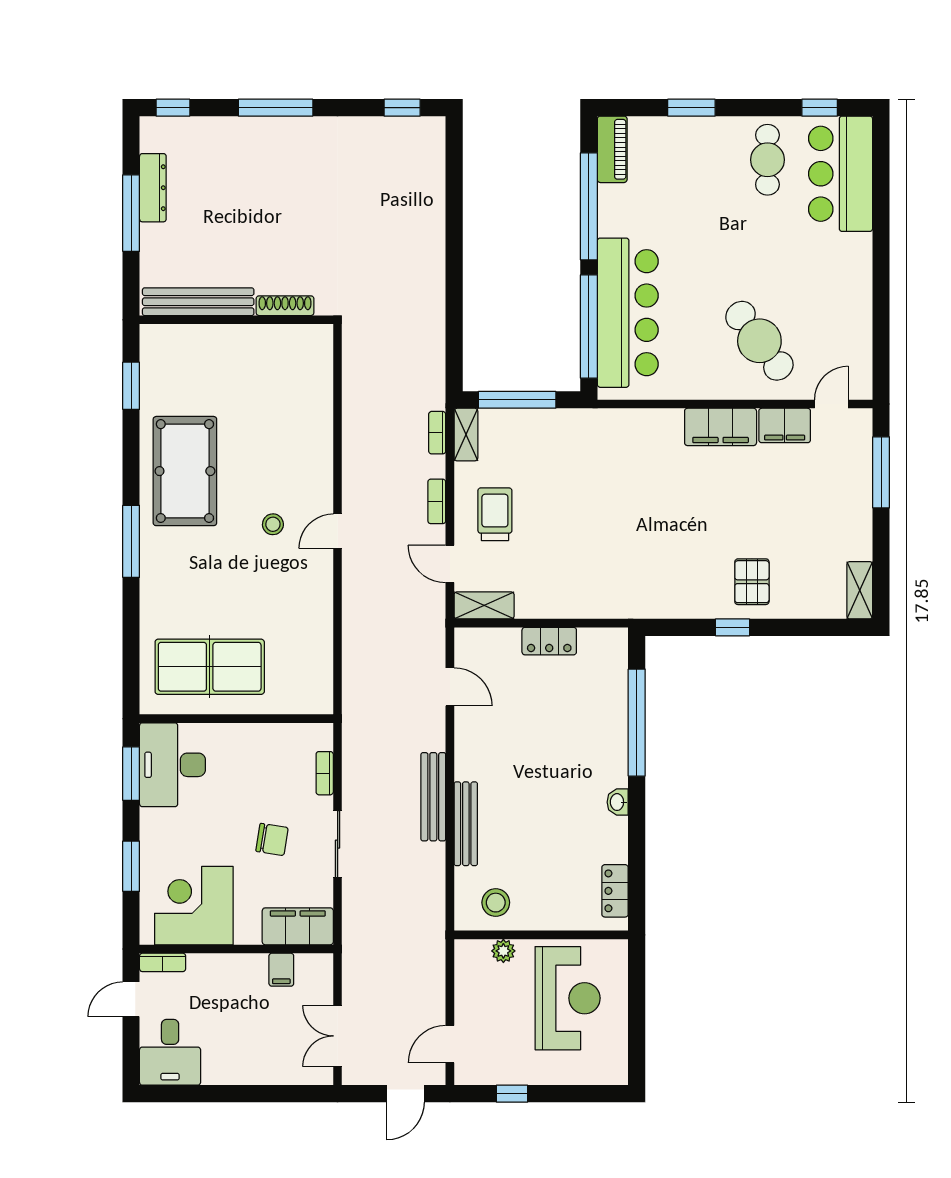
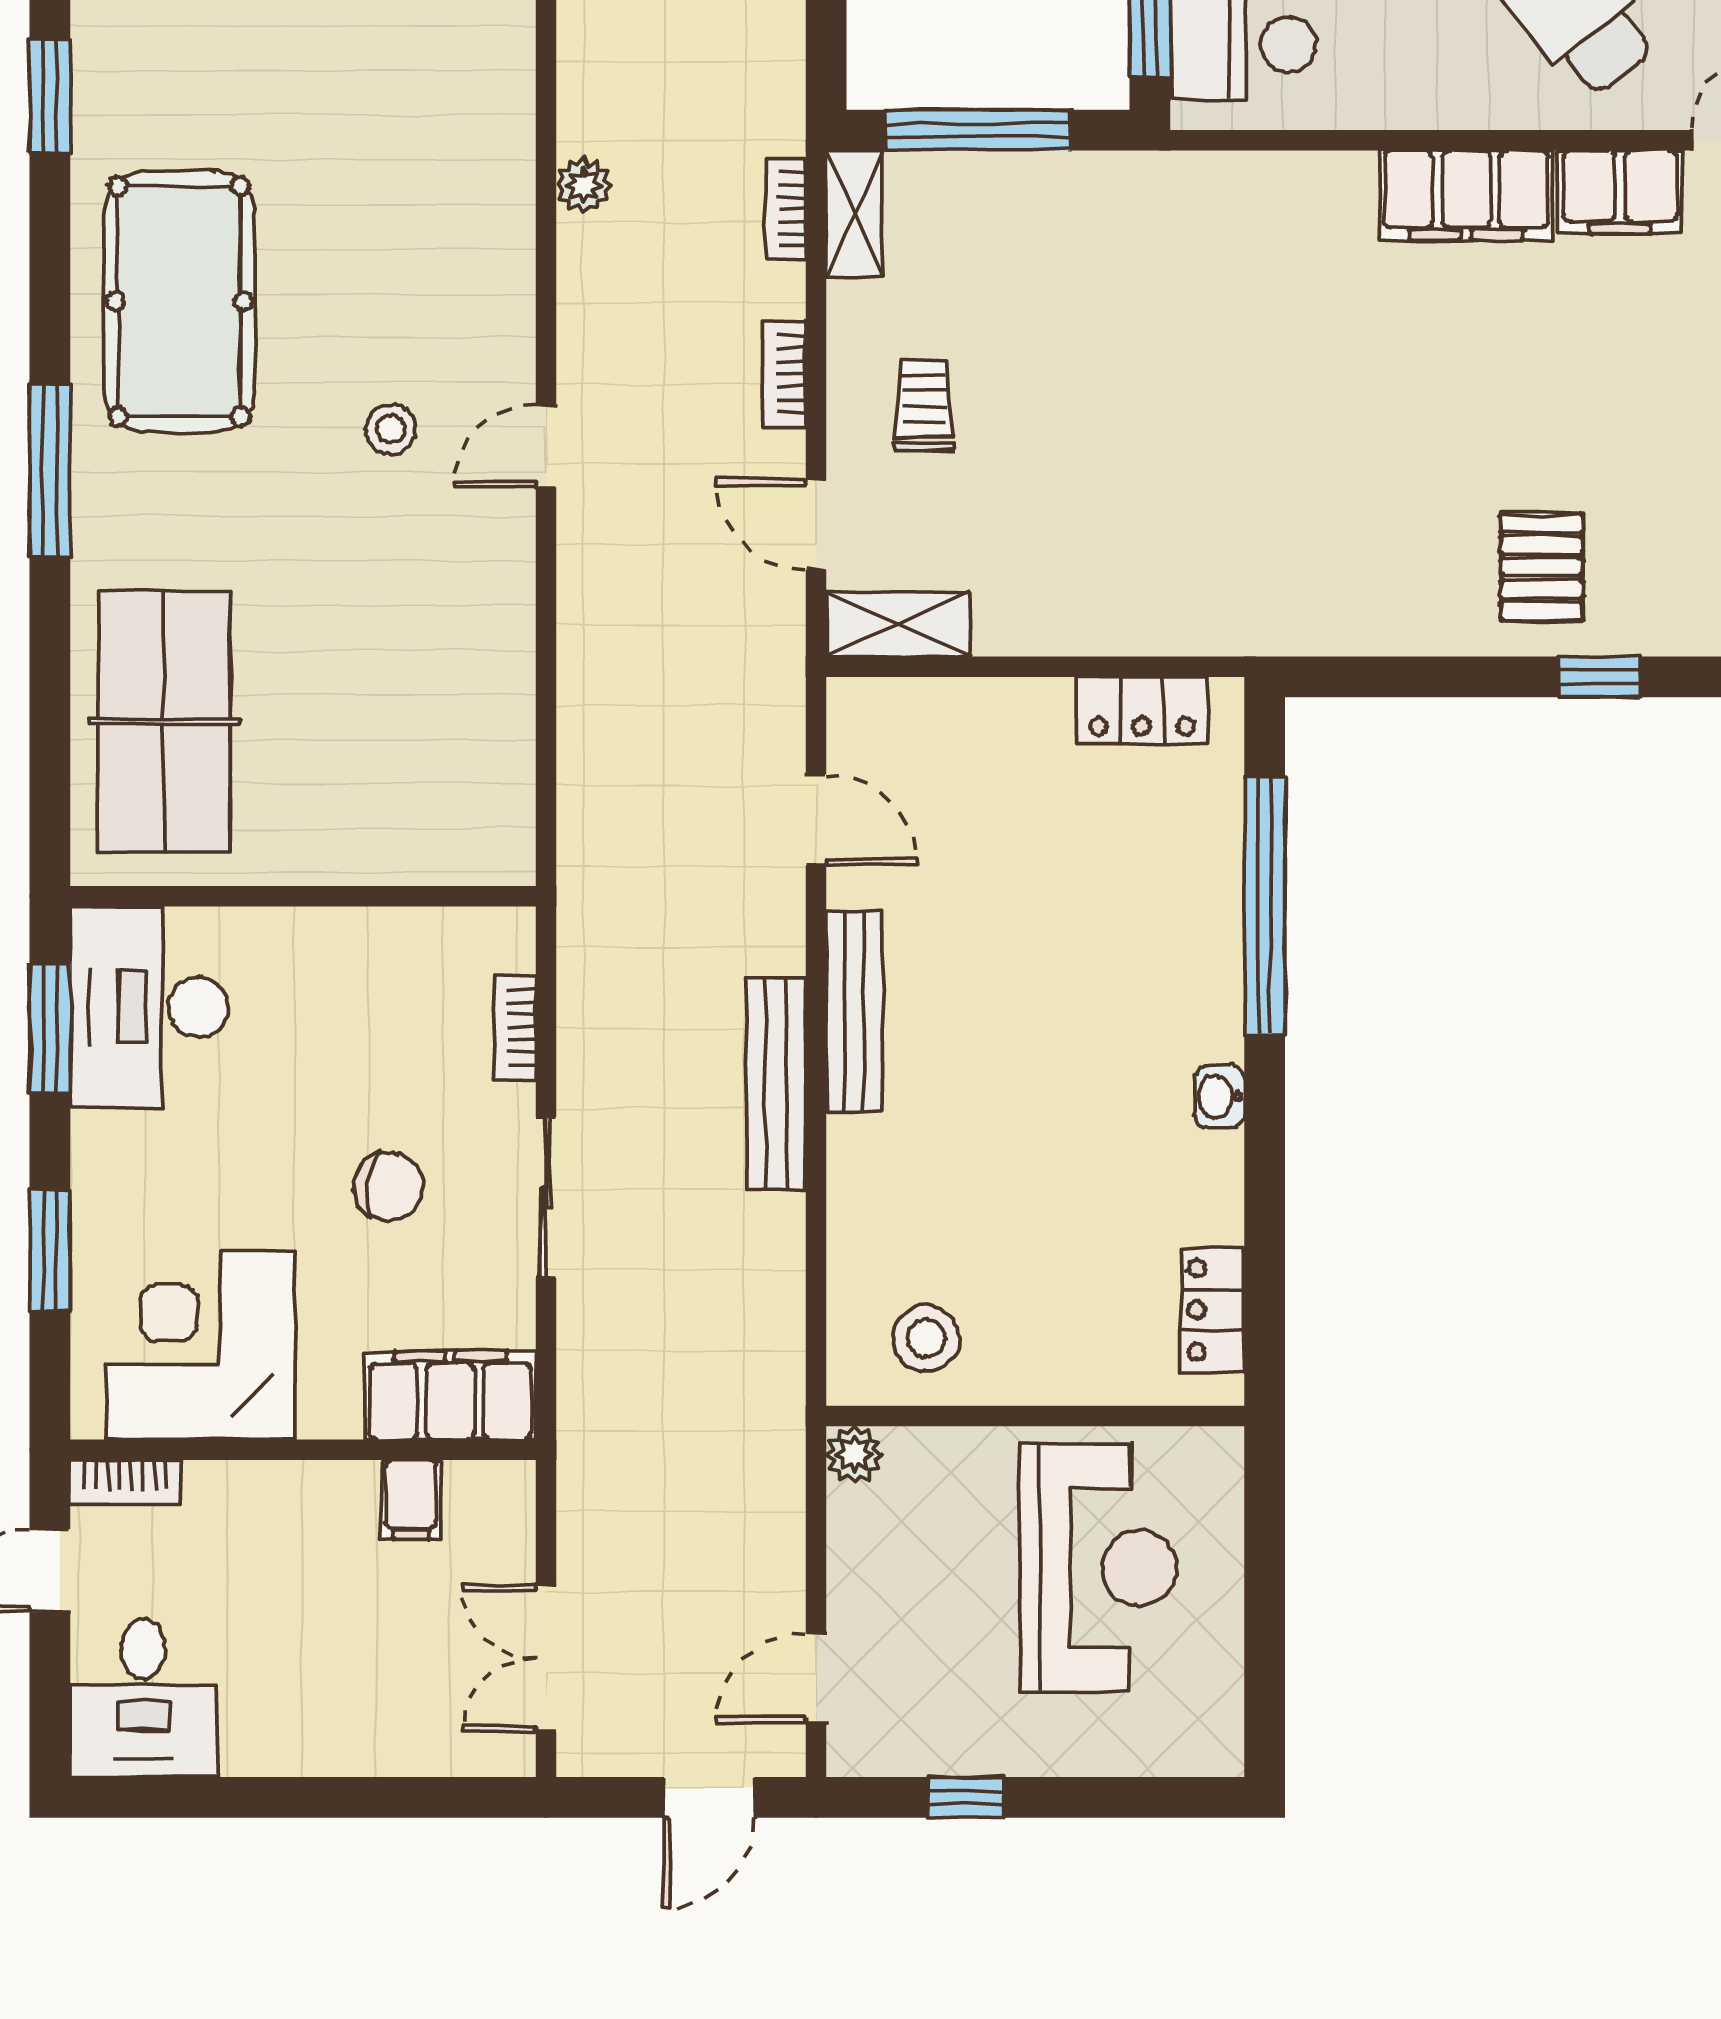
plant: (353, 423) -> (584, 185), added
trolley: (495, 514) -> (924, 405), width x0.73, depth x0.72
window: (733, 627) -> (1599, 677), moved
locker: (549, 641) -> (1142, 710), moved
table tennis table: (210, 667) -> (164, 722), moved, turned 90
bench: (466, 824) -> (854, 1011), moved
plant: (503, 951) -> (854, 1454), moved

